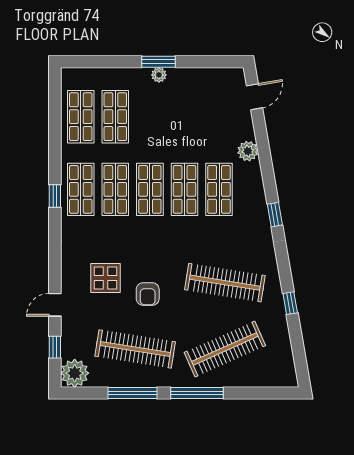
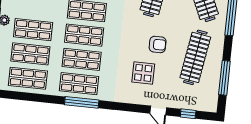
shop shelf: (150, 117) -> (33, 30), added
window: (55, 196) -> (82, 102), width x2.17
plant: (75, 373) -> (208, 102), removed
window: (132, 393) -> (224, 78), moved

